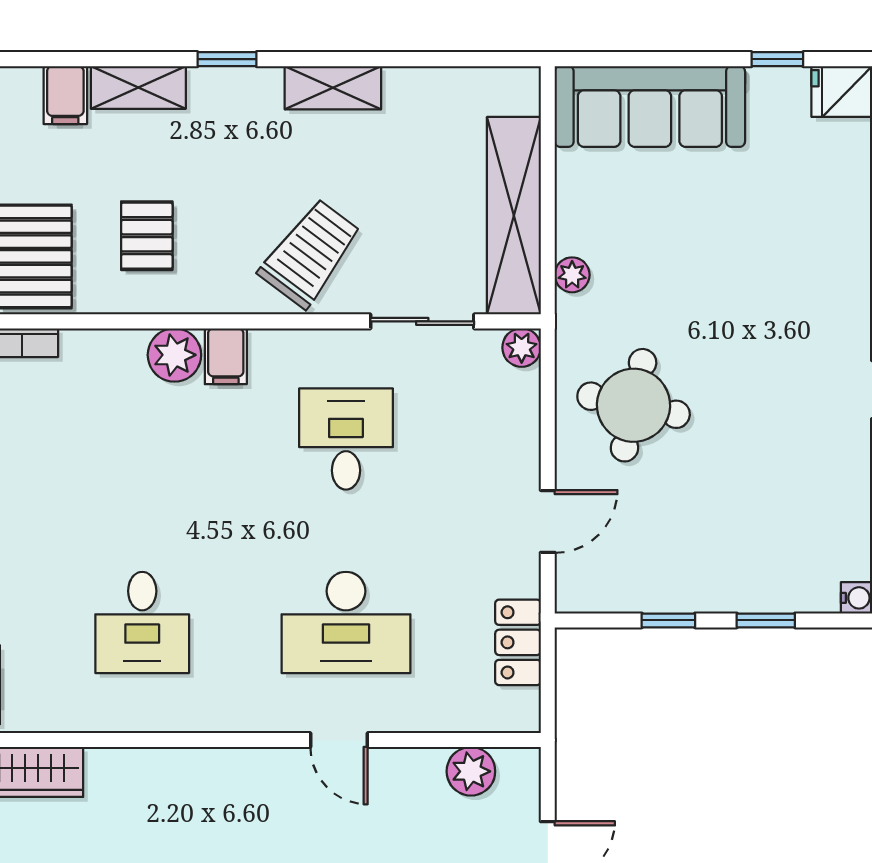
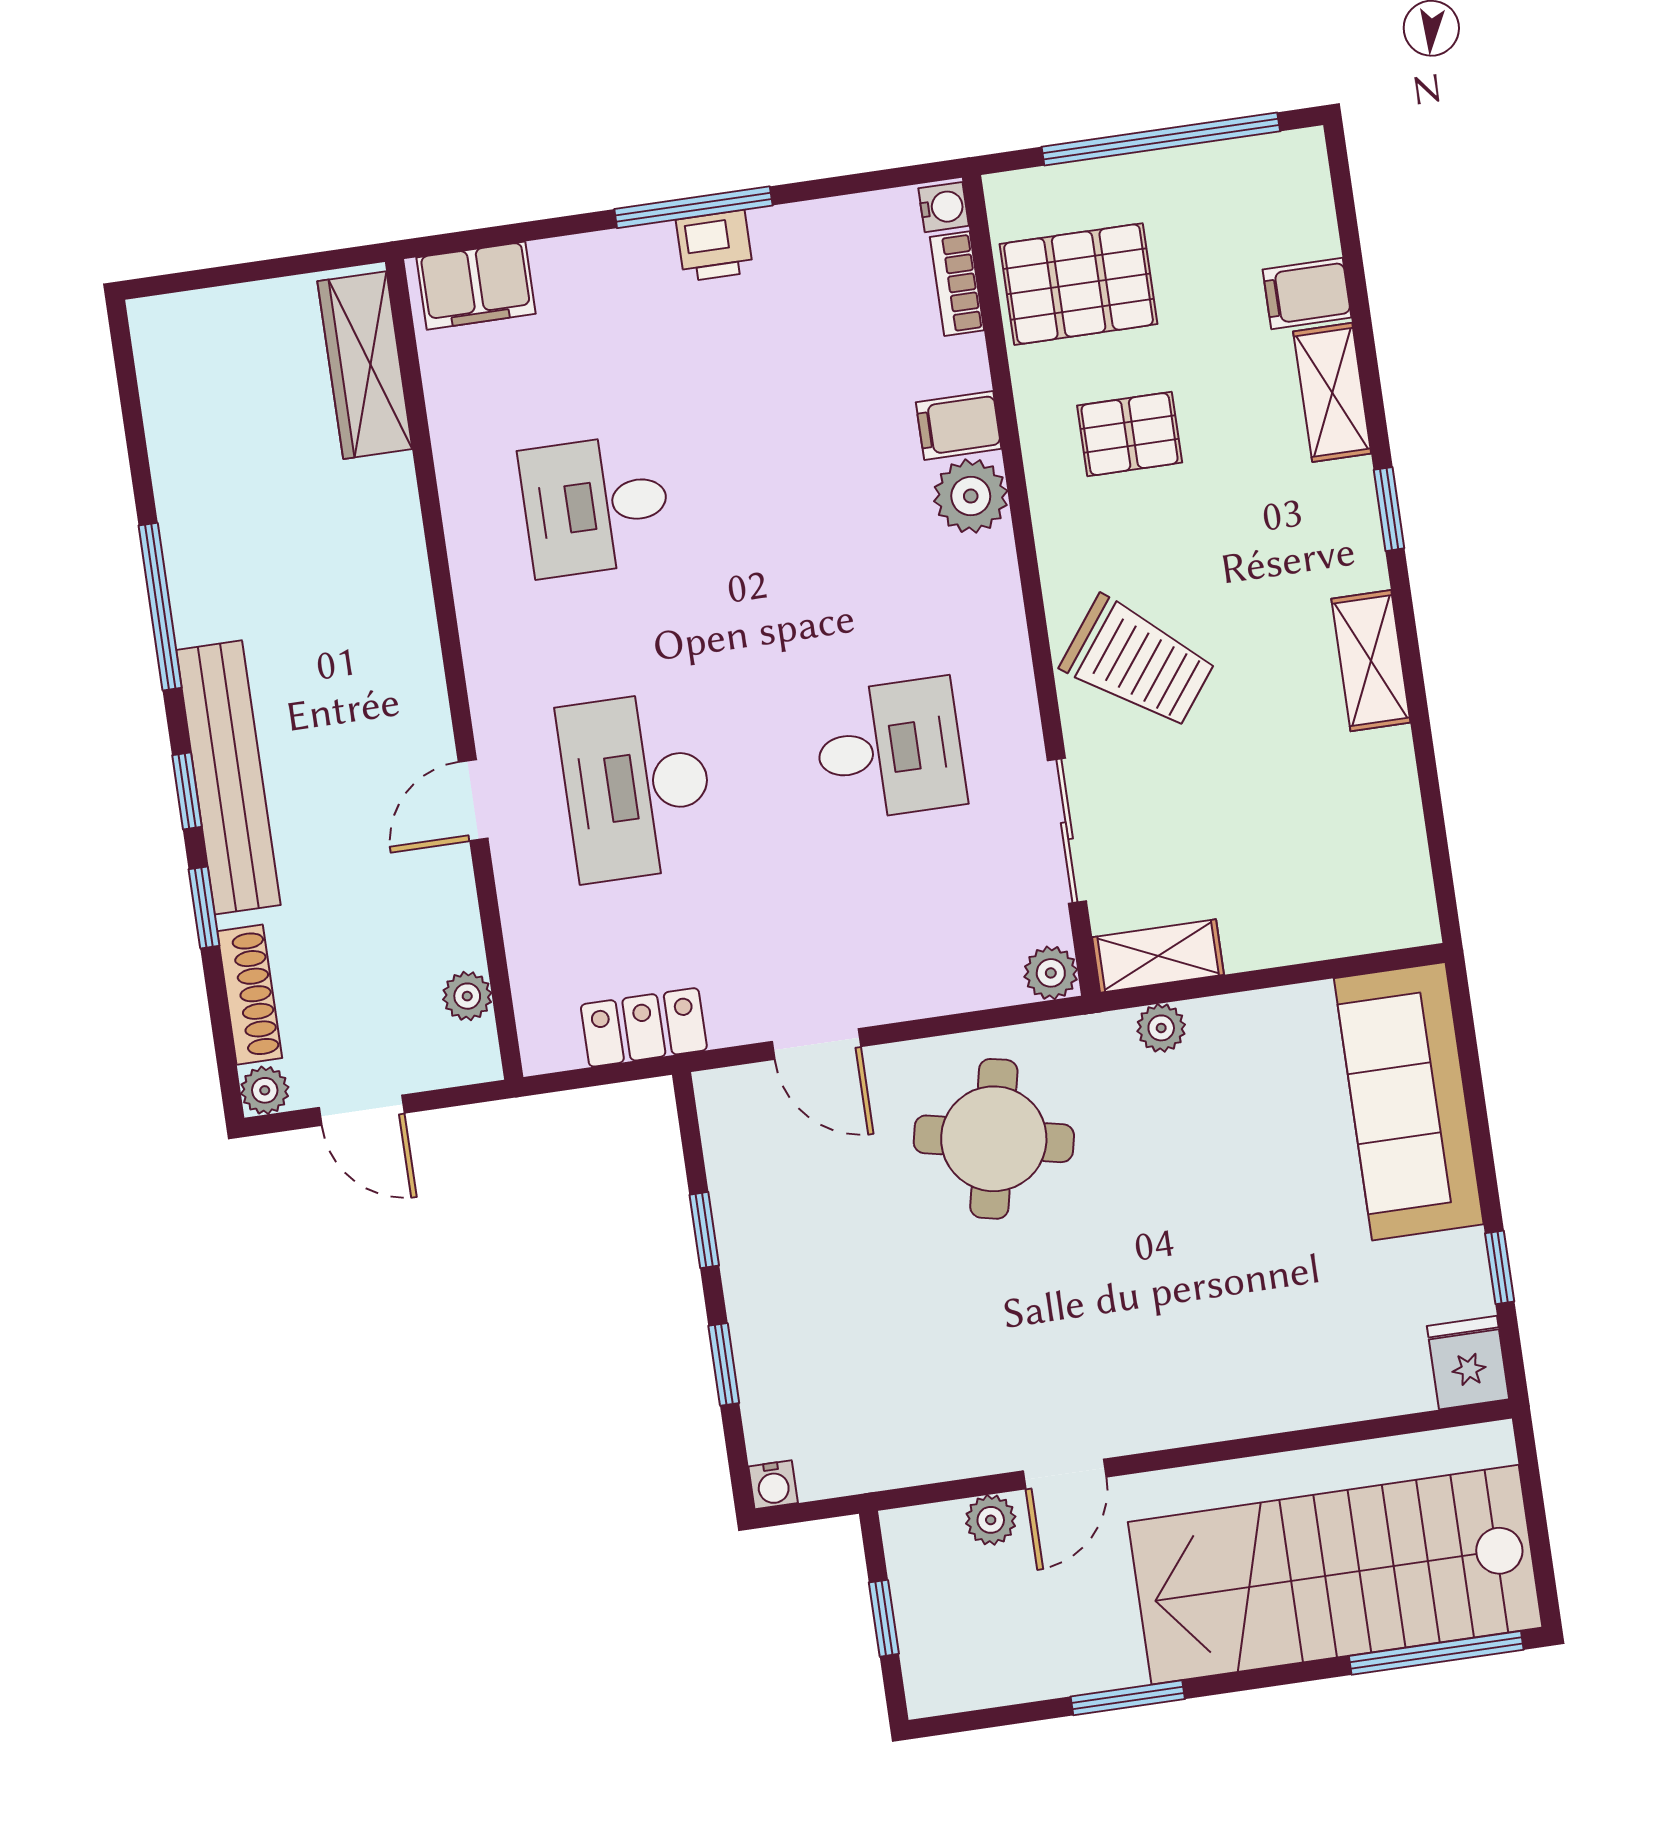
shelving: (514, 216) -> (1158, 956), width x0.45, depth x0.75
filing cabinet: (226, 356) -> (959, 425), moved
plant: (471, 771) -> (467, 996), width x0.73, depth x0.73

